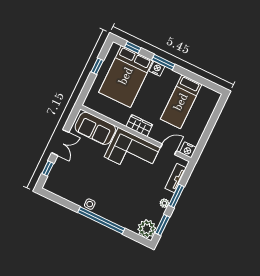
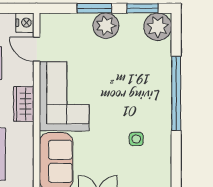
tv unit: (176, 178) -> (71, 21), removed
plant: (164, 203) -> (106, 26), width x1.87, depth x1.87
side table: (90, 204) -> (136, 139), moved

